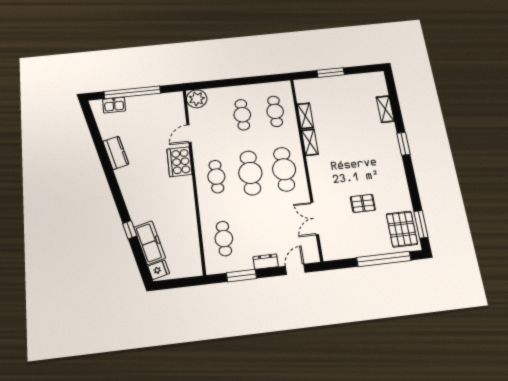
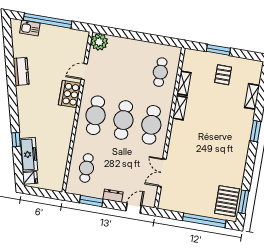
cafe table: (242, 115) -> (132, 67), removed
cafe table: (216, 177) -> (96, 115), width x1.37, depth x1.35
pallet: (363, 203) -> (223, 75), moved, turned 90

